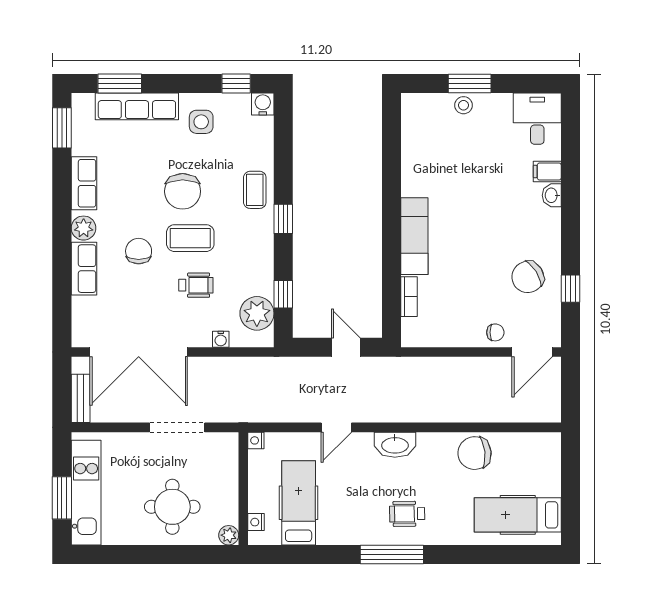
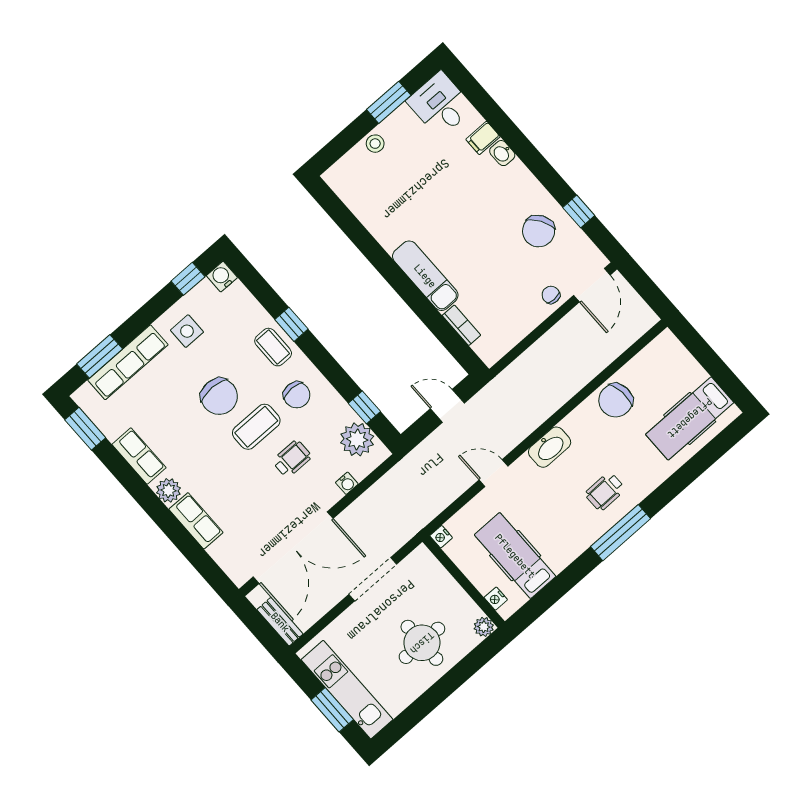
window: (470, 84) -> (389, 102), moved
window: (283, 219) -> (291, 324), moved
chair: (139, 251) -> (297, 395), moved, turned 180
chair: (495, 332) -> (551, 295), turned -90
door: (336, 427) -> (493, 473), swing flipped

